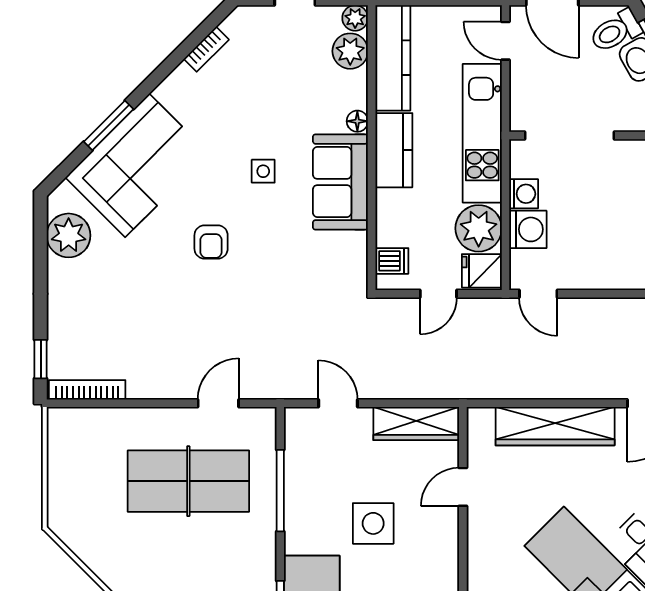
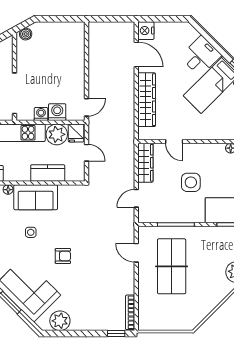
kitchen counter: (394, 150) -> (48, 173), moved
dishwasher: (392, 261) -> (72, 174), removed

